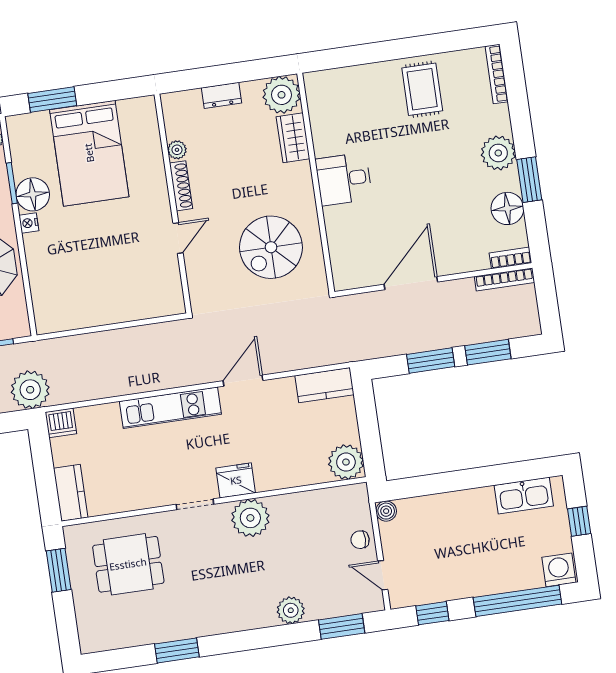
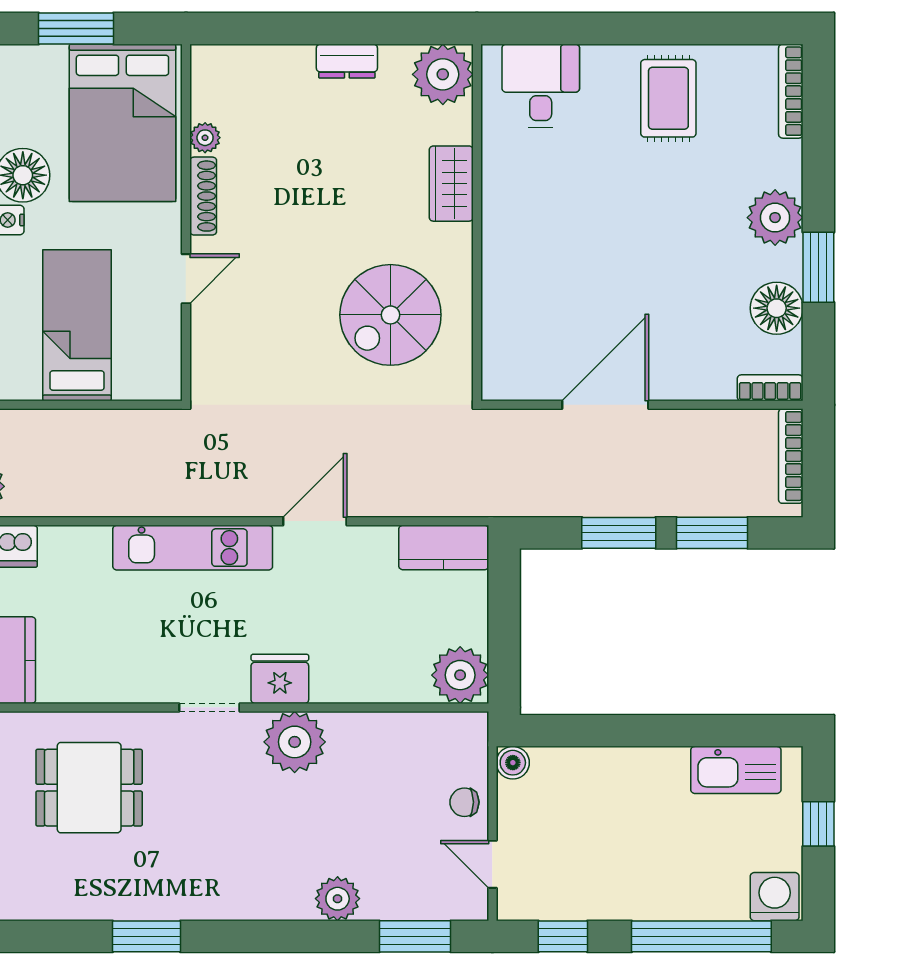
wardrobe: (293, 138) -> (451, 184), moved
plant: (177, 150) -> (205, 138), moved
desk: (344, 179) -> (541, 86), moved, turned 90
shoe rack: (181, 186) -> (203, 196), moved
wall: (173, 204) -> (186, 222), moved
door: (178, 238) -> (186, 279), moved
bookcase: (504, 280) -> (791, 456), moved, turned 90
bed: (79, 282) -> (77, 325), added

